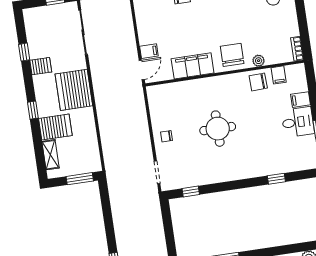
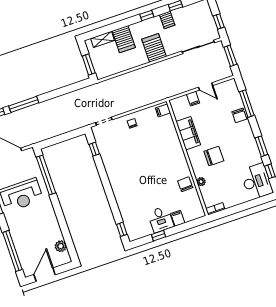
chair: (232, 55) -> (214, 156), moved
door: (142, 70) -> (206, 86), moved
filing cabinet: (279, 75) -> (163, 110), moved
server rack: (74, 90) -> (154, 48), width x0.62
window: (33, 110) -> (147, 16), moved
round table: (218, 129) -> (145, 160), removed
window: (276, 179) -> (122, 229), moved

